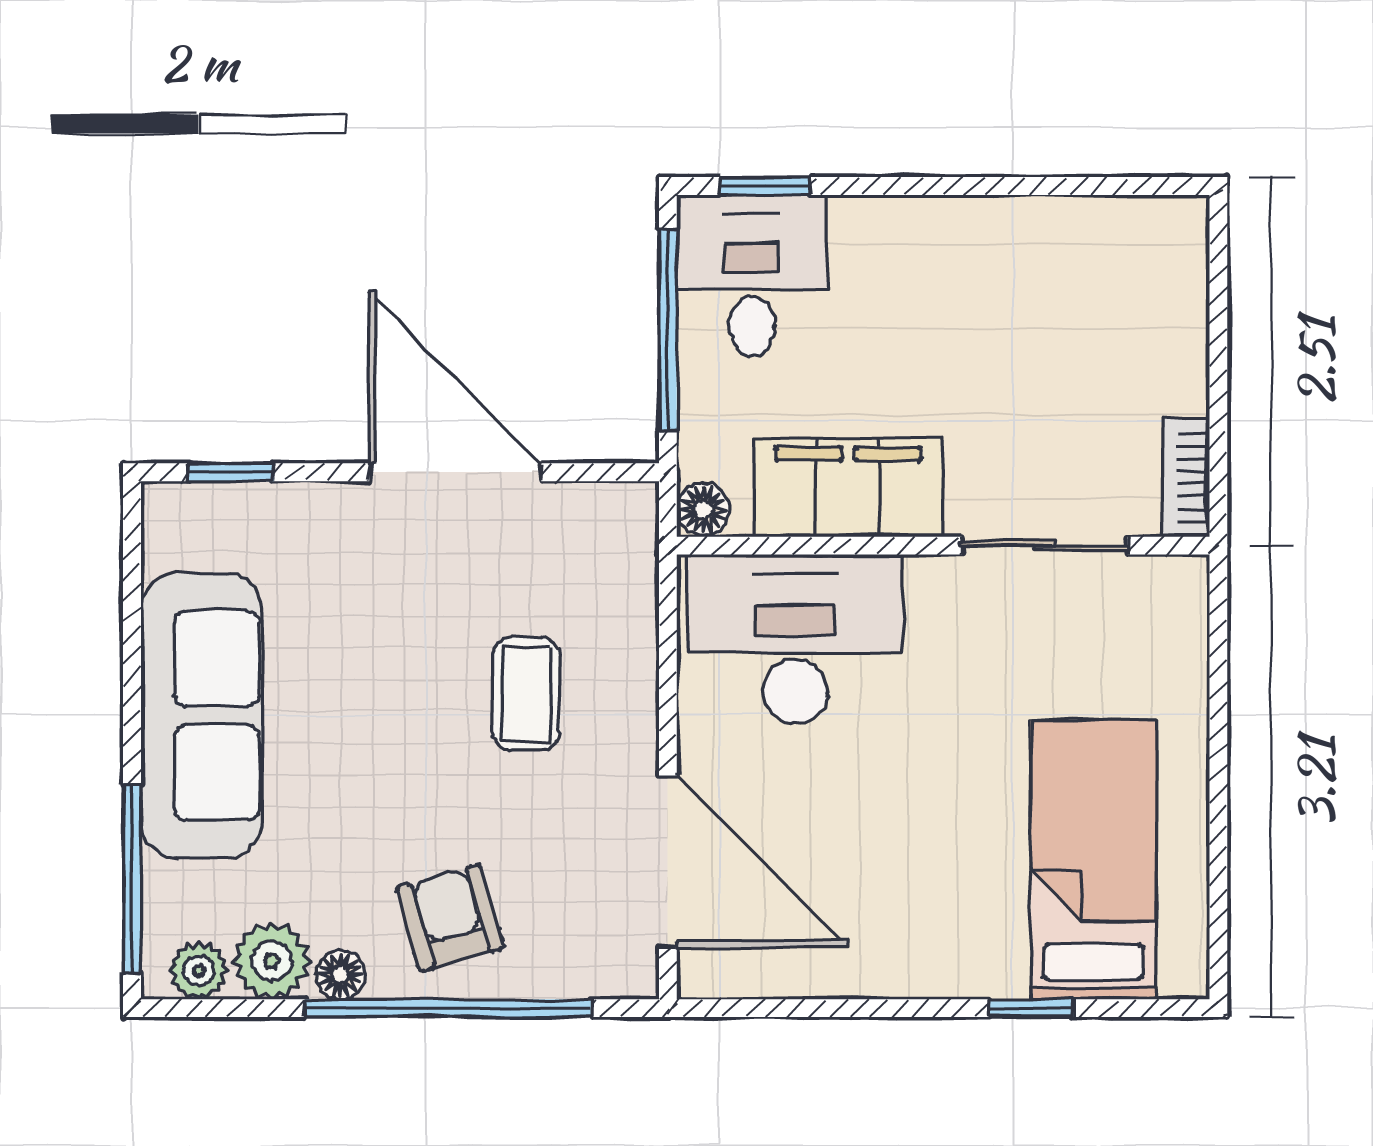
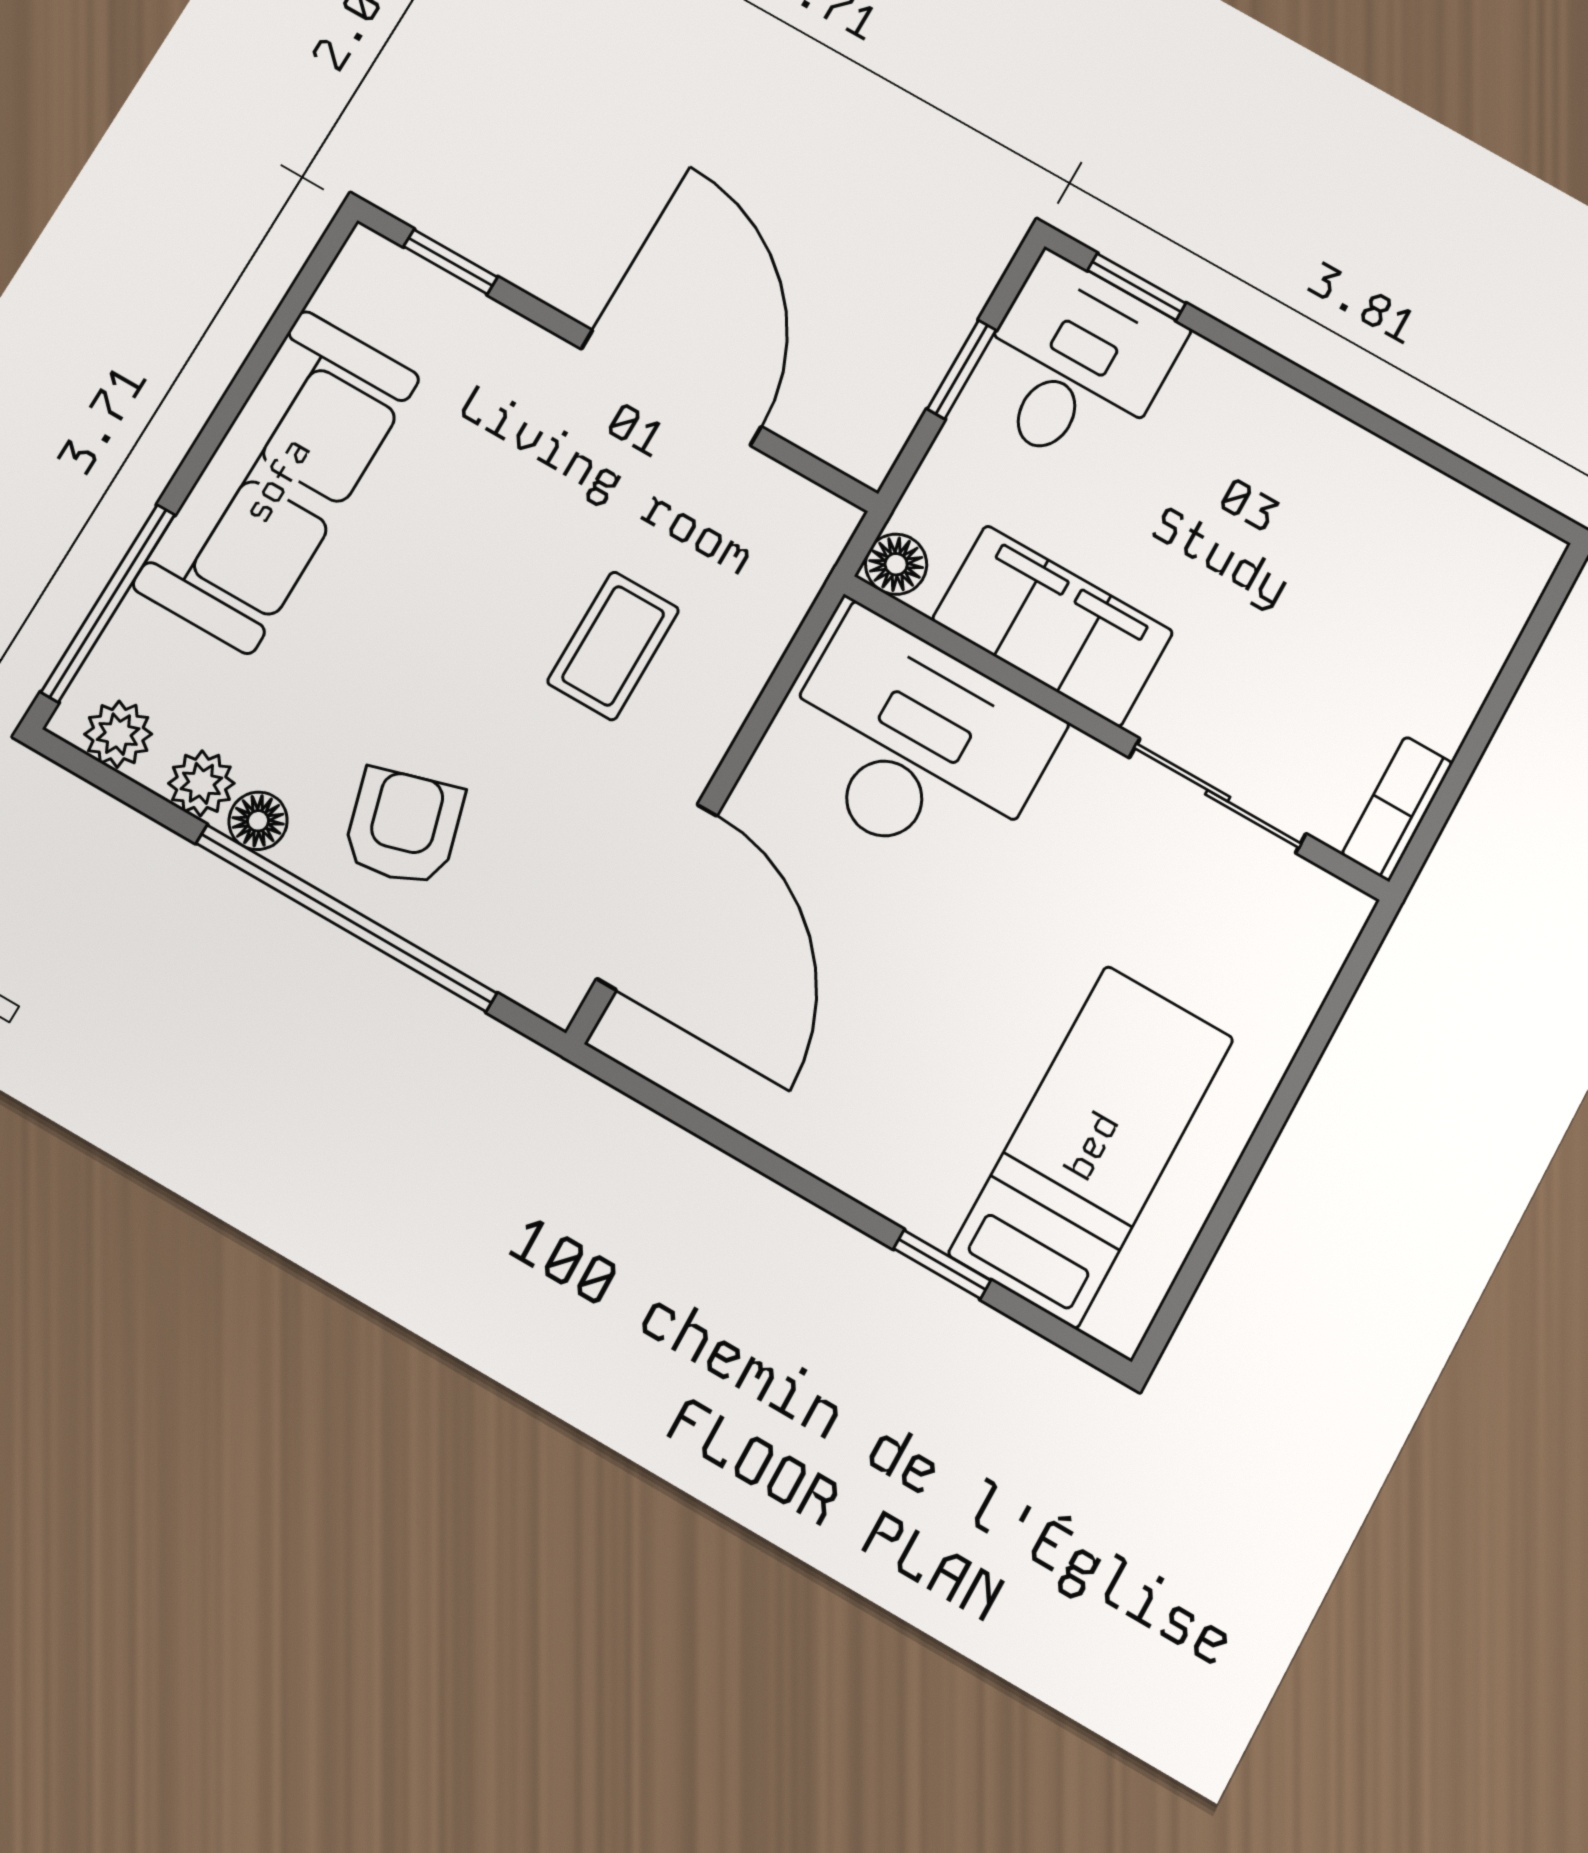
window: (668, 330) -> (962, 370), width x0.46
plant: (272, 961) -> (201, 783), width x0.73, depth x0.73

